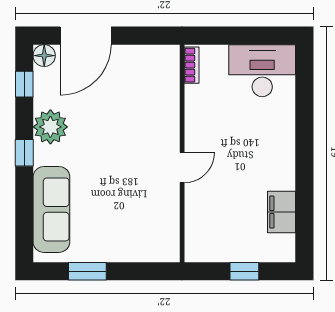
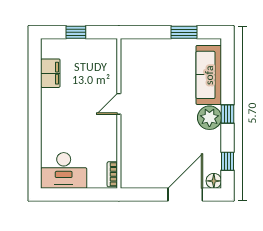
plant: (50, 127) -> (209, 118), moved

